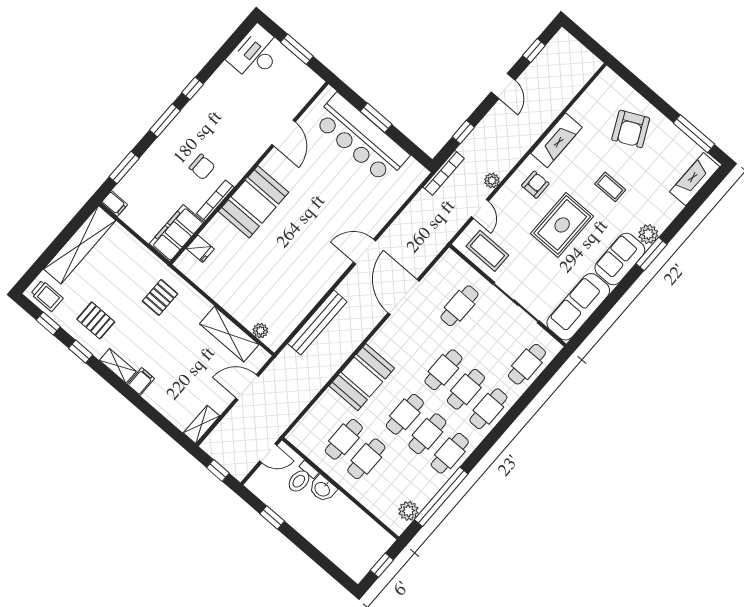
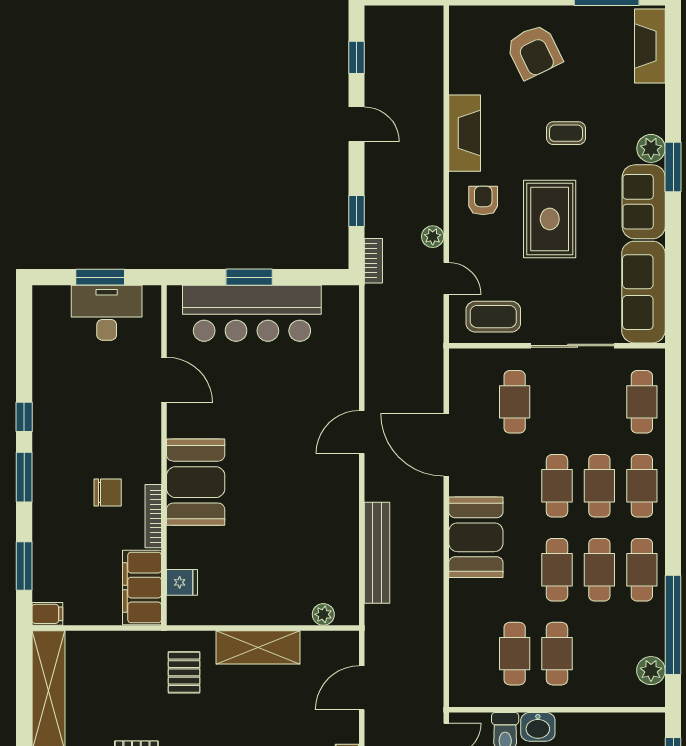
desk: (256, 54) -> (107, 313), moved, turned 90
bookcase: (444, 173) -> (373, 261), width x0.64
shelving: (229, 334) -> (258, 647), moved
booth: (362, 377) -> (476, 537), moved

